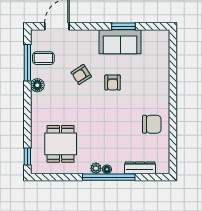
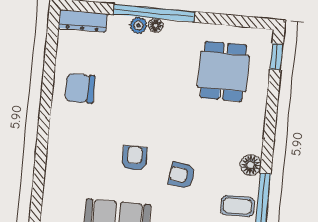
armchair: (81, 74) -> (182, 175), turned -139
plant: (96, 168) -> (138, 25), moved
dresser: (140, 168) -> (83, 21), moved

